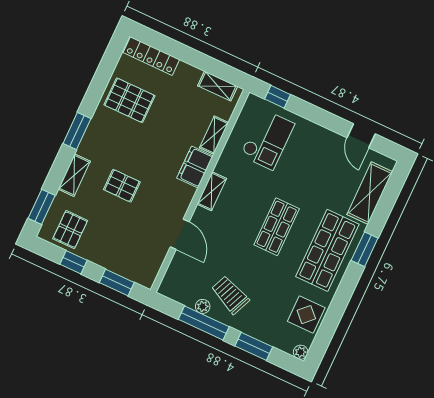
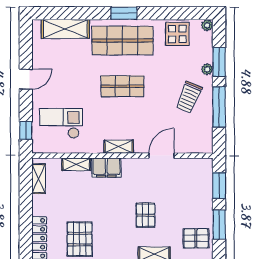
door: (361, 136) -> (26, 79), moved
window: (365, 249) -> (124, 13), moved
window: (74, 262) -> (219, 225), width x1.50
plant: (203, 306) -> (207, 69), moved

